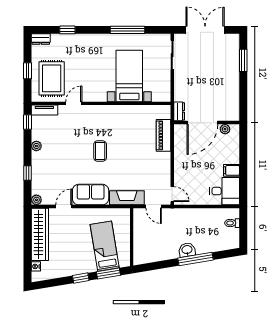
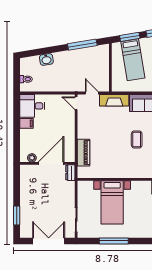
double door: (205, 30) -> (49, 241), swing flipped
washbasin: (187, 250) -> (46, 59), moved
window: (195, 259) -> (82, 45), moved

